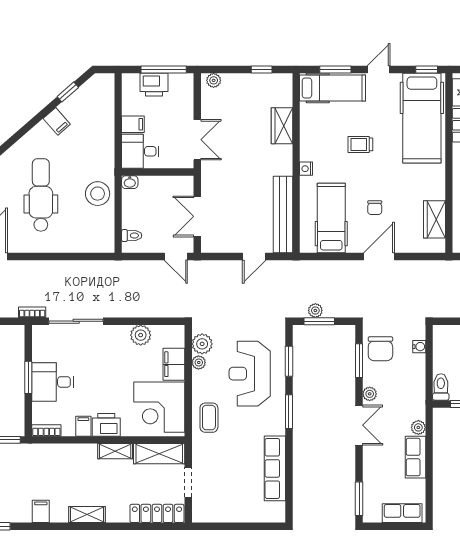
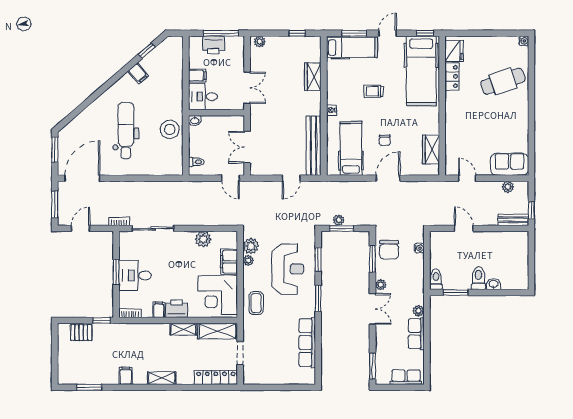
reception desk: (250, 374) -> (288, 269), turned 180

